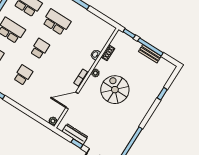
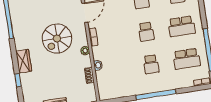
school desk: (57, 22) -> (151, 64), width x0.54
spiral stairs: (115, 90) -> (57, 39), moved, turned 90
wardrobe: (146, 104) -> (24, 61), added

